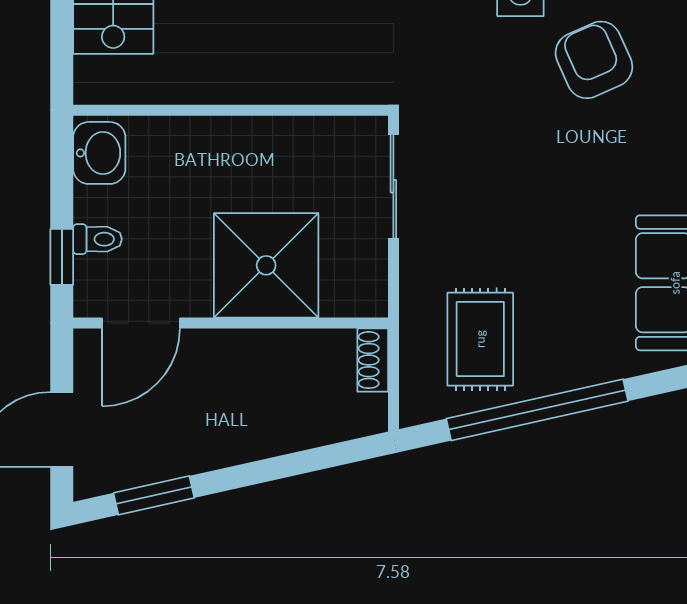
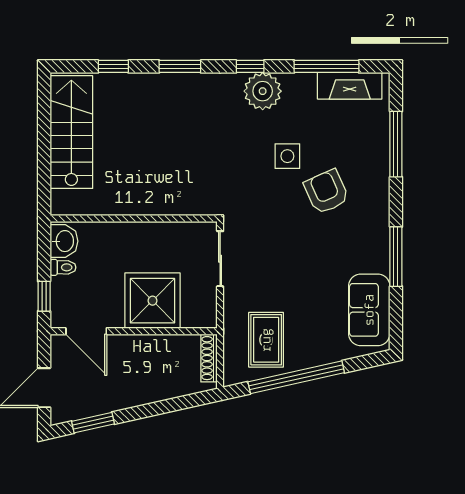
toilet: (97, 239) -> (63, 267), moved
door: (141, 323) -> (86, 331), hinge flipped
shoe rack: (373, 360) -> (209, 358), width x1.43

